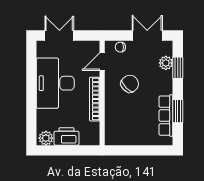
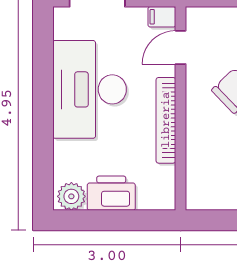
filing cabinet: (92, 46) -> (162, 17), added
chair: (120, 47) -> (216, 19), removed

